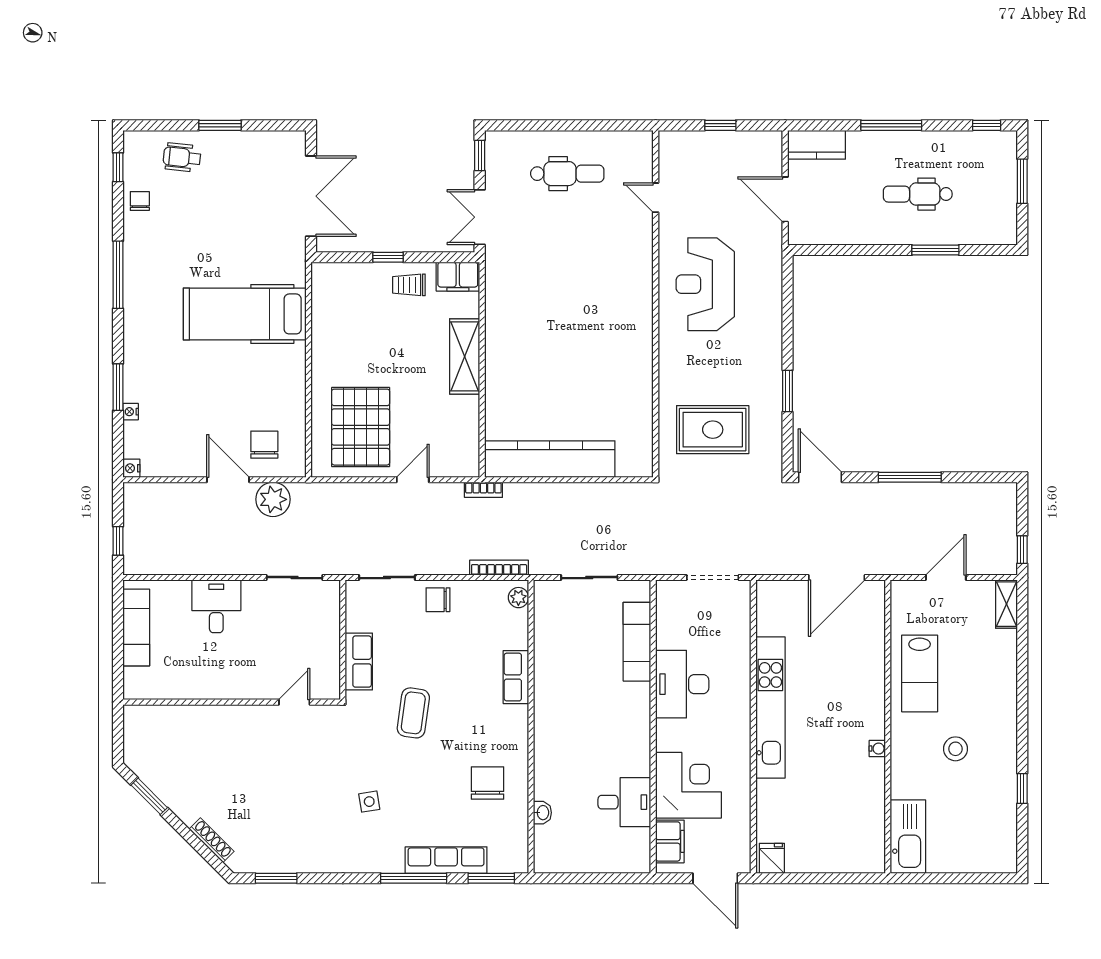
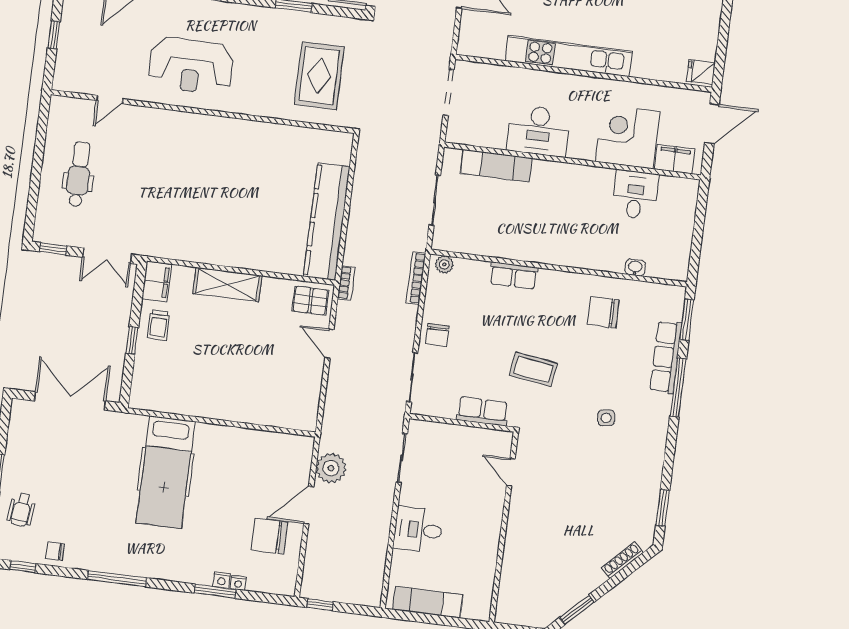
pallet: (361, 427) -> (310, 301), moved, width x0.49, depth x0.50
chair: (264, 445) -> (269, 536), moved, width x1.37, depth x1.37
nightstand: (131, 468) -> (222, 580), moved
window: (118, 541) -> (320, 605), moved

